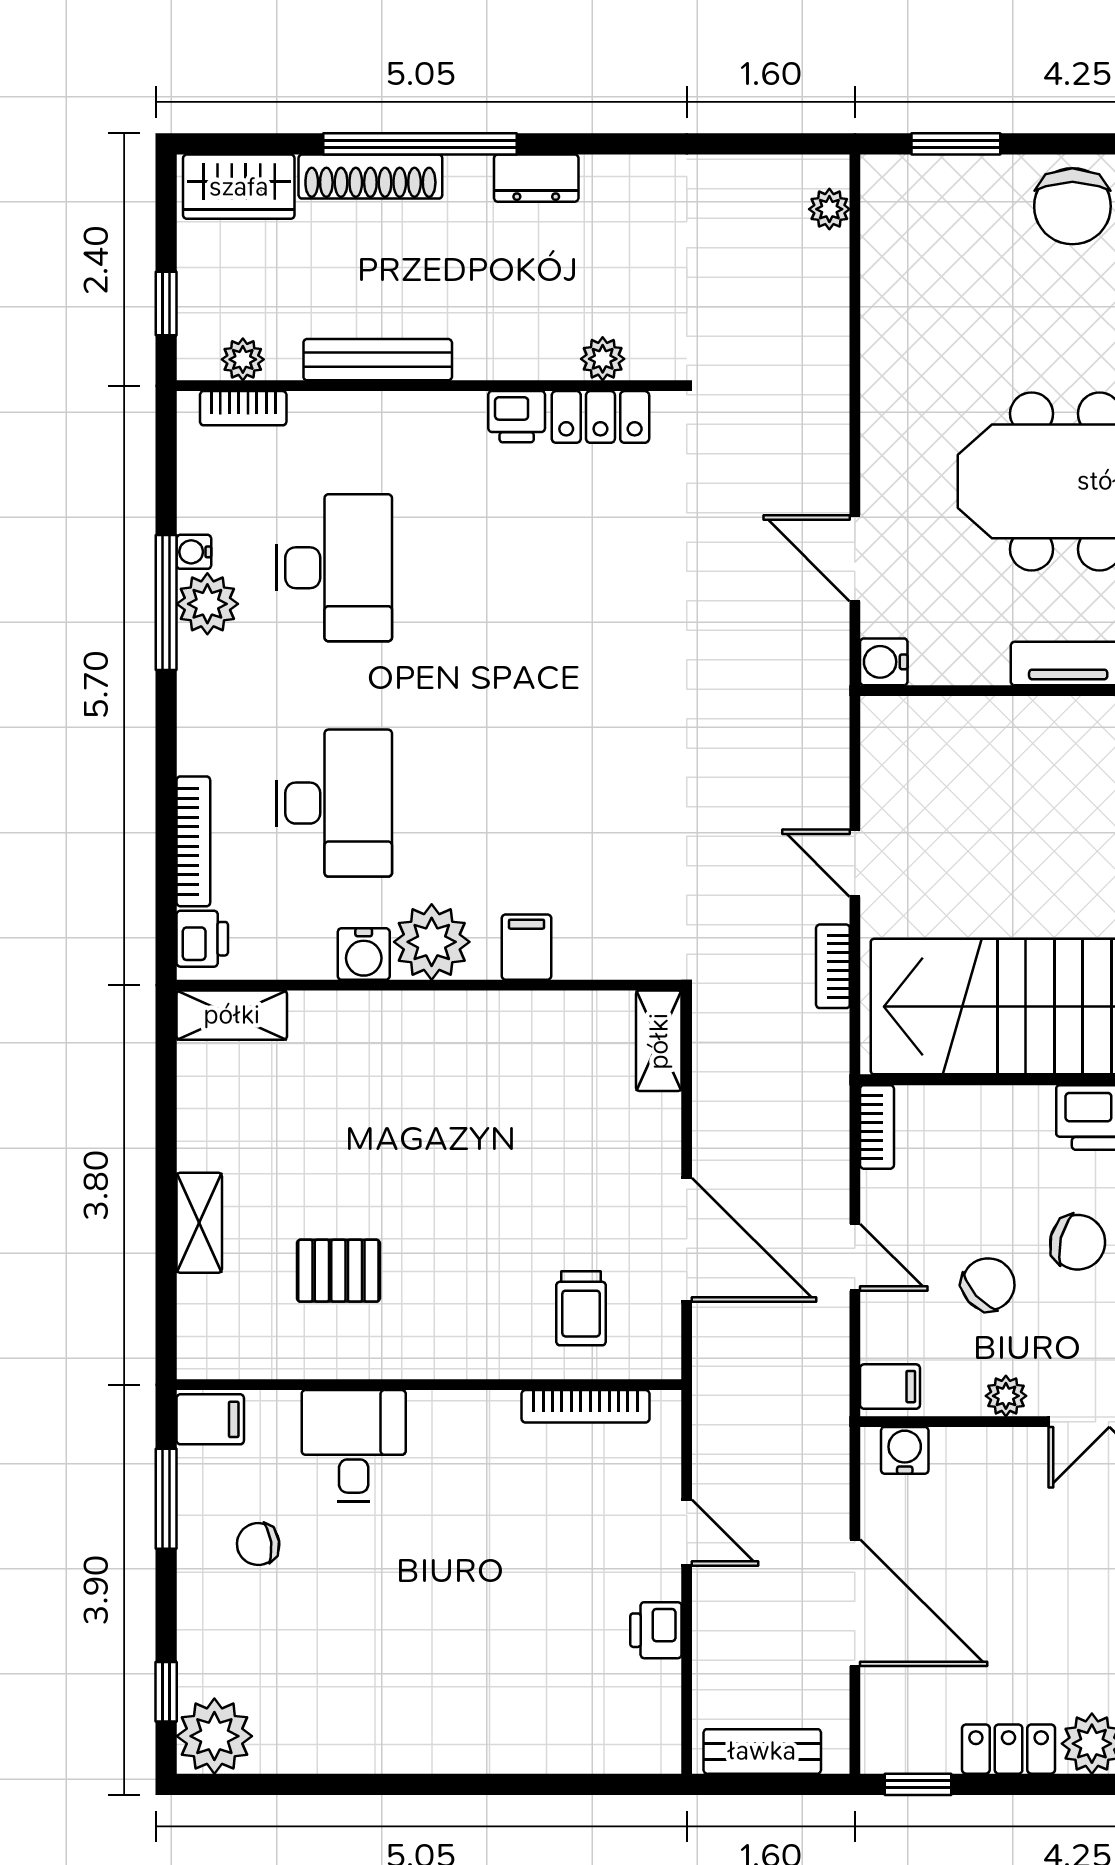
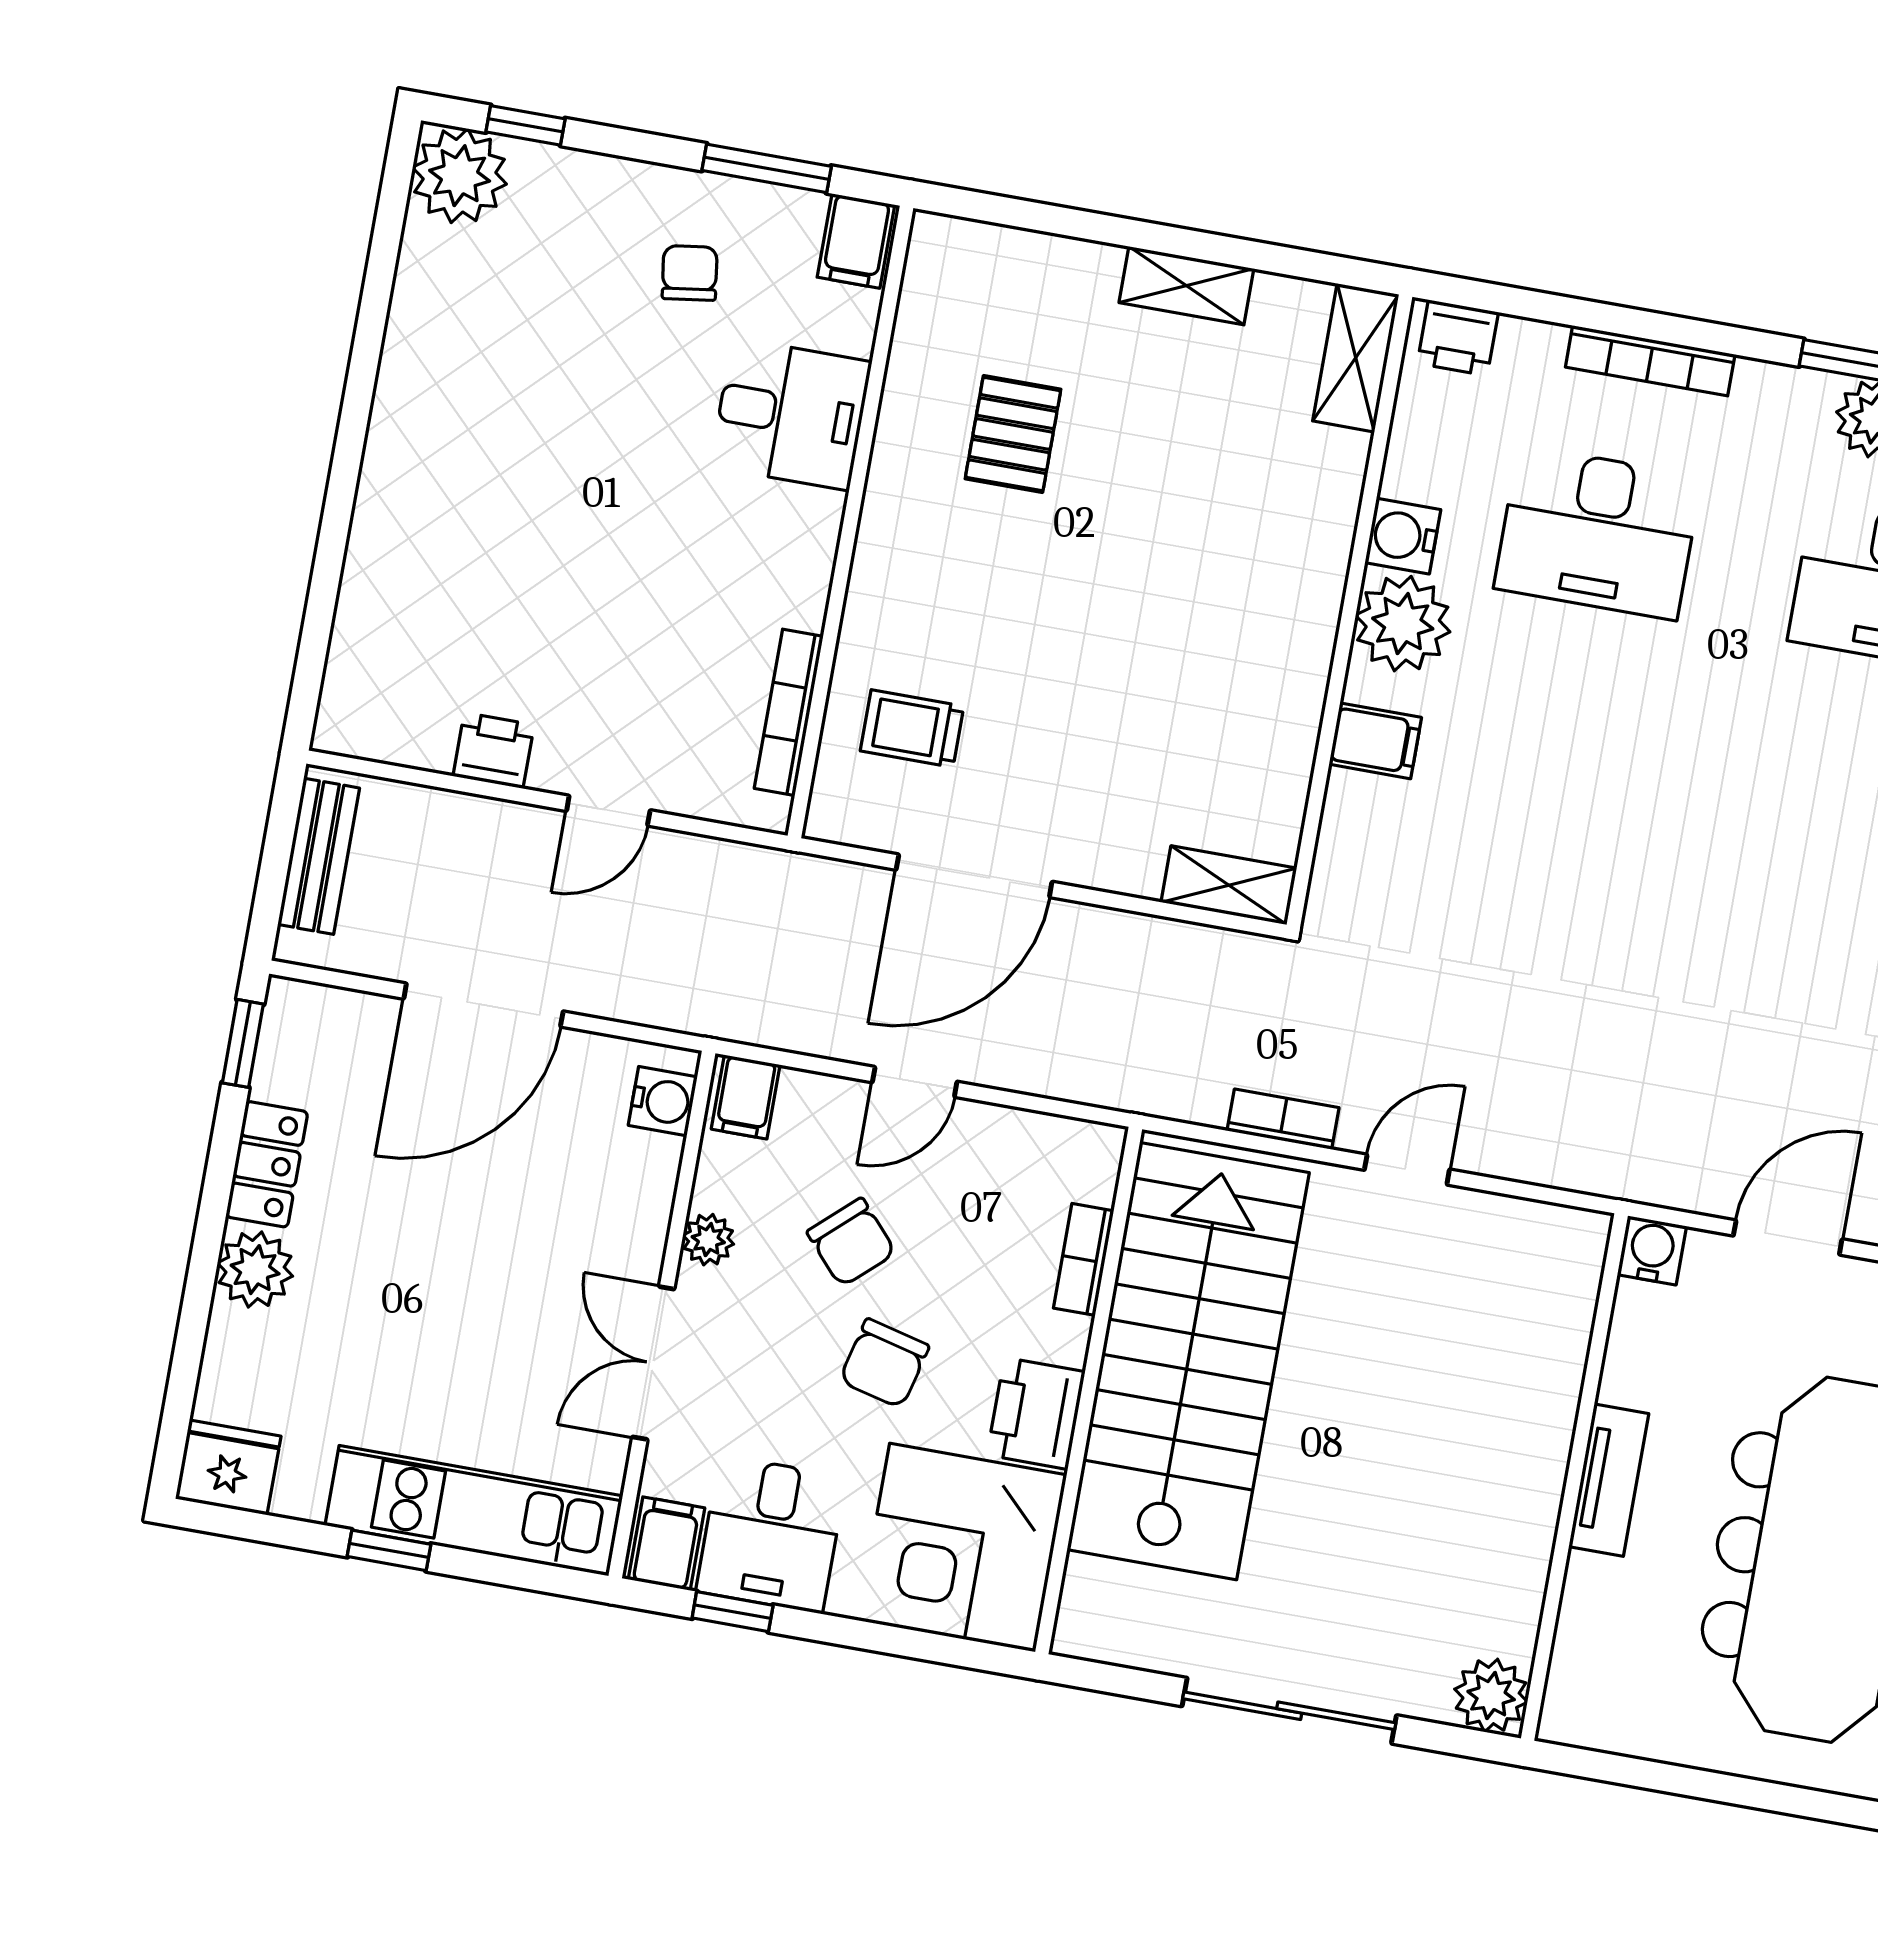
bookcase: (193, 841) -> (1650, 361), moved
bookcase: (877, 1127) -> (1084, 1259), moved, turned 90
shelving: (199, 1223) -> (1186, 286), moved

